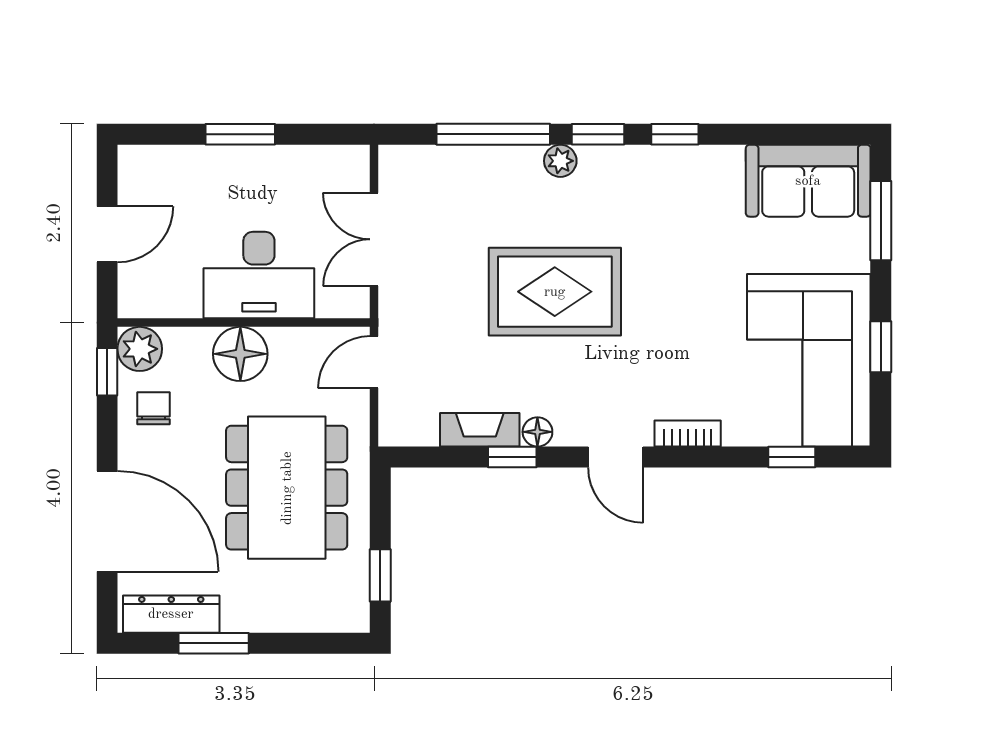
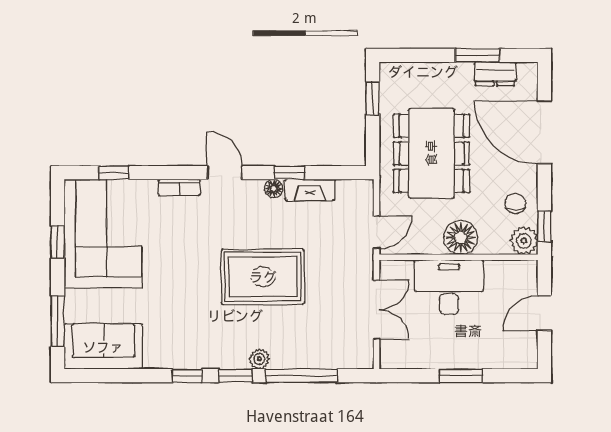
chair: (153, 408) -> (515, 203), turned 180
dresser: (171, 614) -> (495, 74), width x0.70

